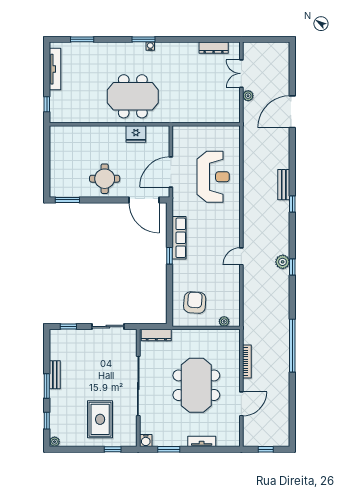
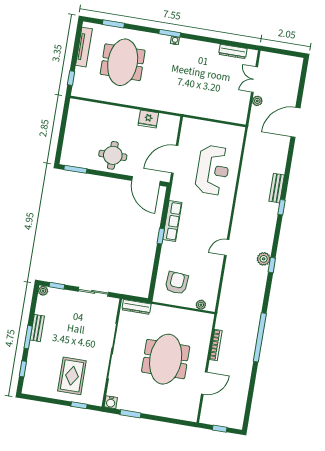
meeting table: (133, 96) -> (123, 62), moved, turned 90
tv unit: (202, 441) -> (162, 412), removed
plant: (55, 442) -> (43, 291), moved

